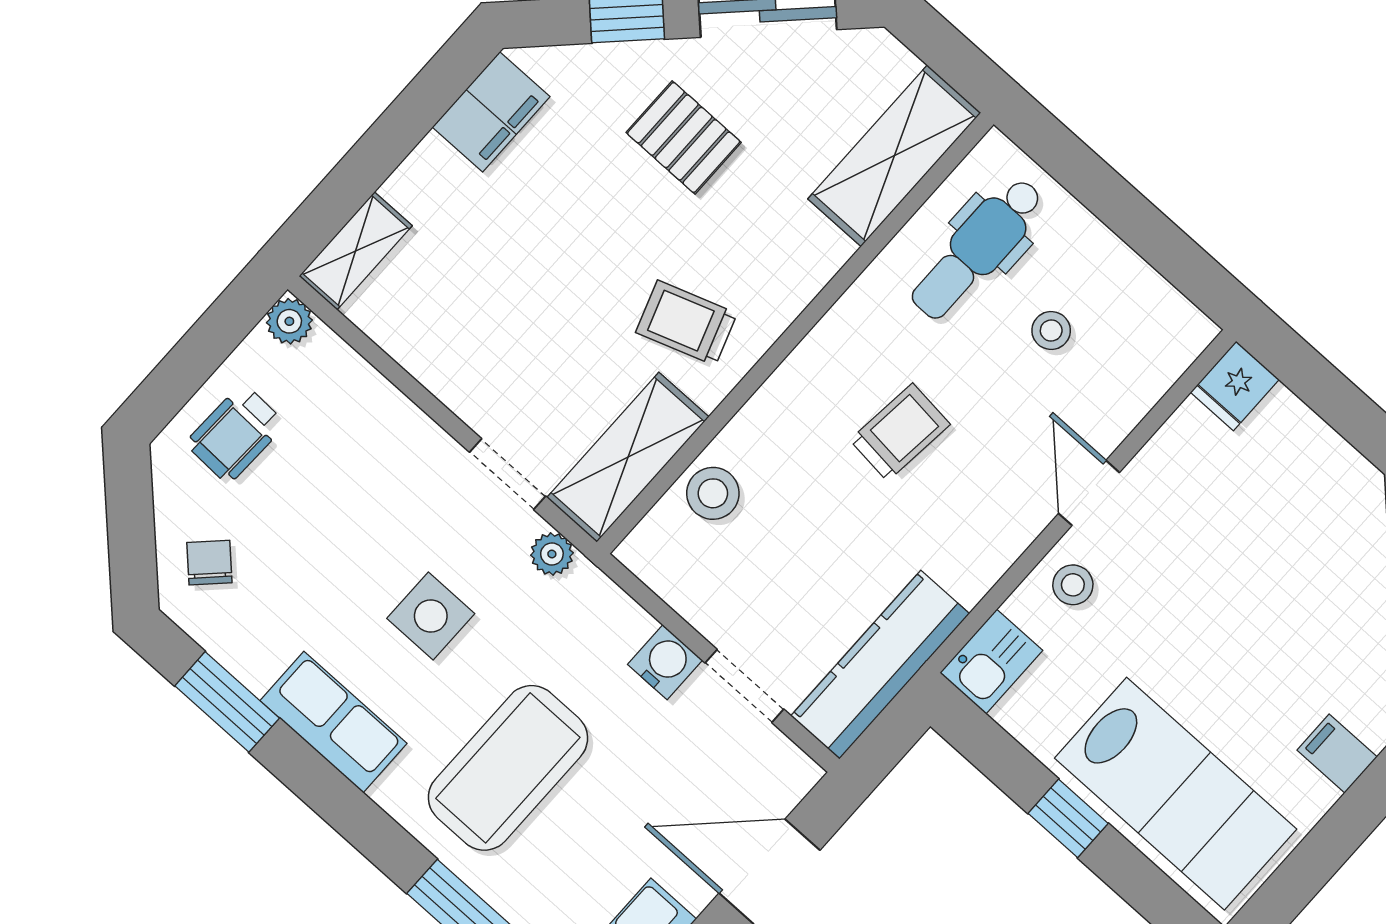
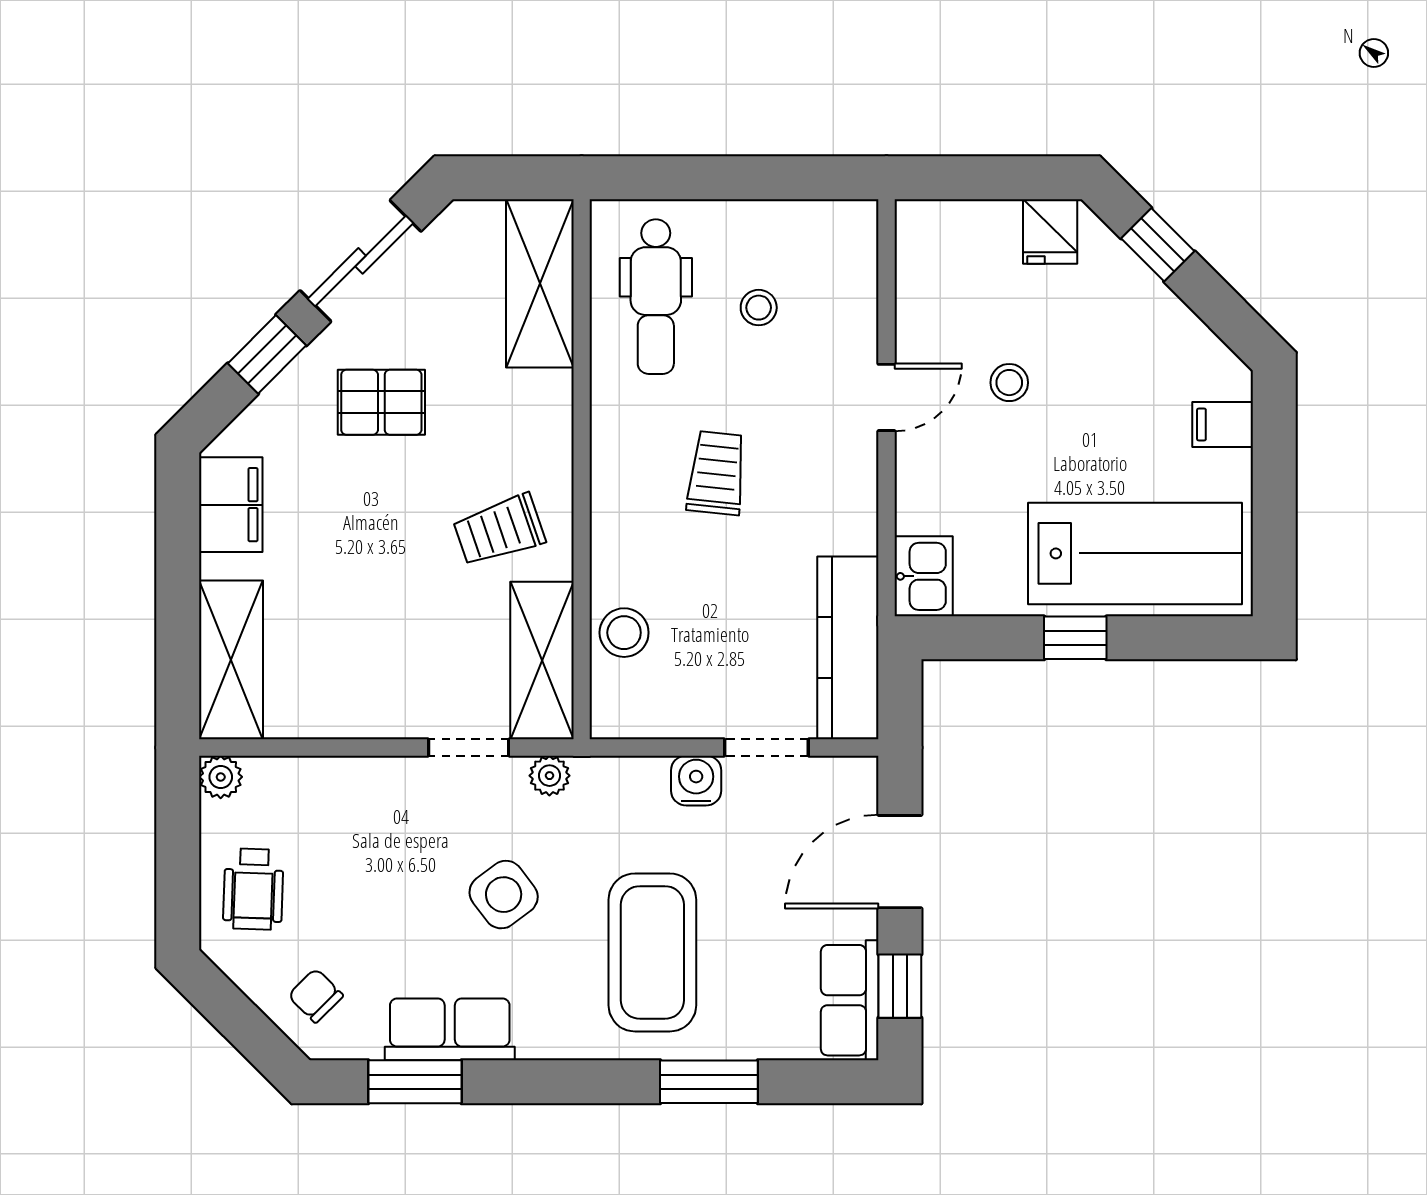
shelving: (356, 251) -> (231, 660), width x1.50, depth x1.33
fridge: (1235, 386) -> (1050, 232), moved
door: (1089, 493) -> (887, 397), swing flipped
stool: (1073, 585) -> (1009, 383), moved
side table: (431, 616) -> (504, 895), turned -37
row of seats: (334, 722) -> (450, 1029), moved

